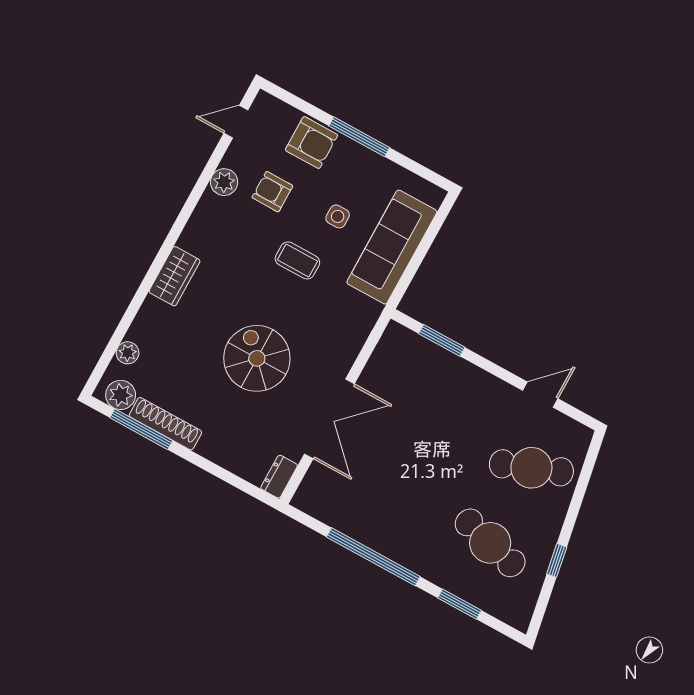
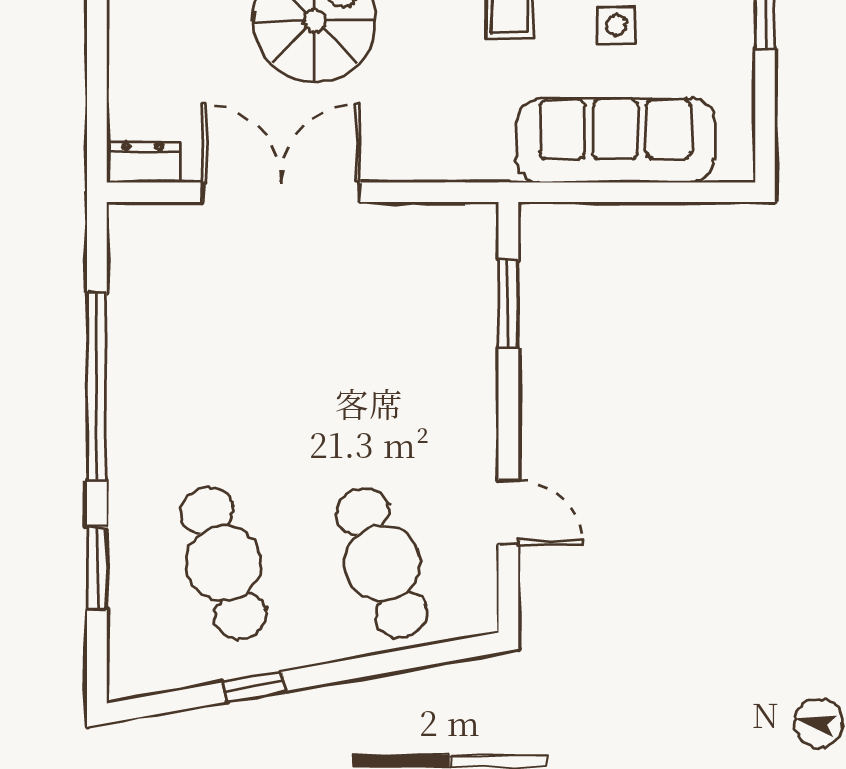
double door: (329, 419) -> (281, 192), swing flipped
cafe table: (490, 543) -> (223, 563), turned -33

